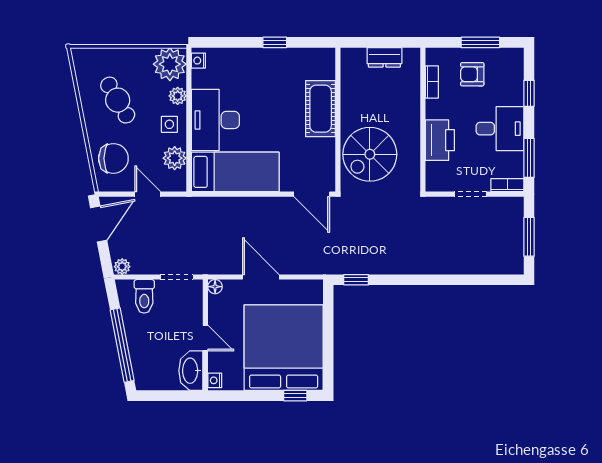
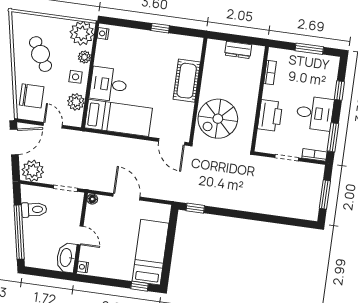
armchair: (472, 74) -> (300, 71), removed
desk: (215, 120) -> (108, 84), width x0.73
plant: (122, 267) -> (33, 171), width x1.87, depth x1.87
toilet: (144, 296) -> (34, 210), moved, turned -101
bed: (284, 348) -> (150, 252), width x0.49

